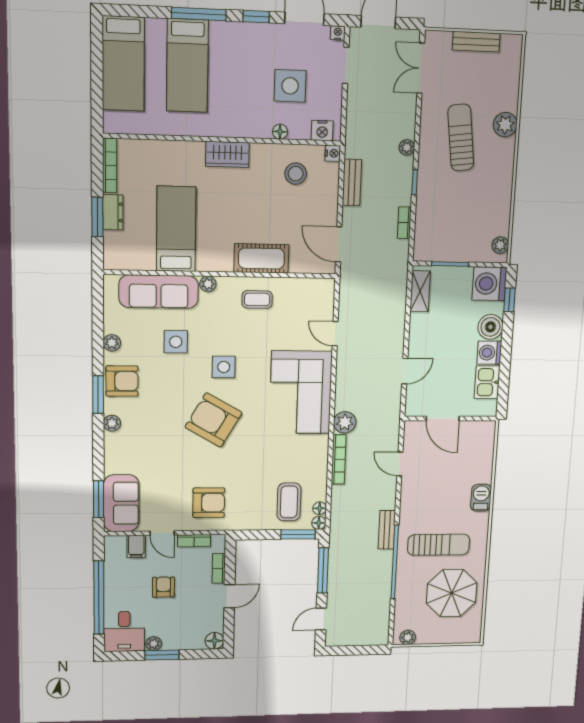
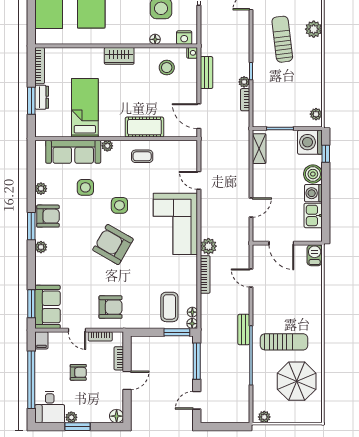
plant: (407, 147) -> (244, 82), moved
barbecue: (481, 498) -> (315, 255), moved
filing cabinet: (136, 546) -> (41, 340), moved
armchair: (163, 587) -> (78, 372), turned 90

